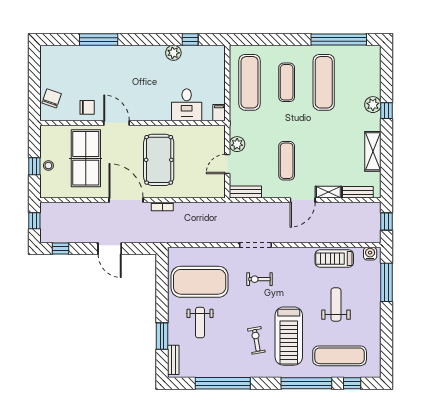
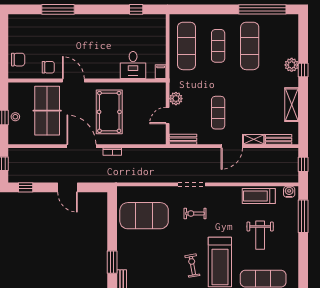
plant: (173, 53) -> (122, 21), removed
chair: (52, 98) -> (18, 60), turned 71
weight bench: (336, 304) -> (260, 235), turned 180
weight bench: (200, 323) -> (144, 250), removed

